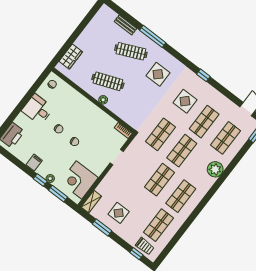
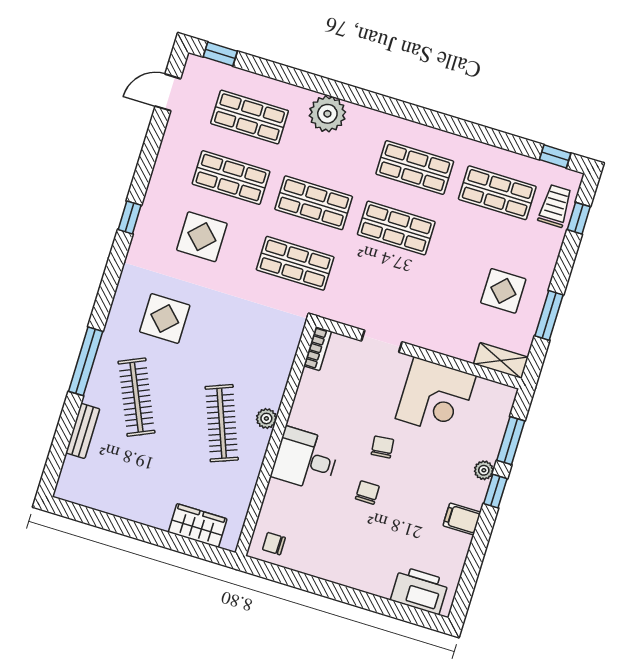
desk: (38, 109) -> (305, 459), moved, turned 90
corner desk: (79, 180) -> (436, 397), moved
window: (164, 254) -> (555, 156), added

